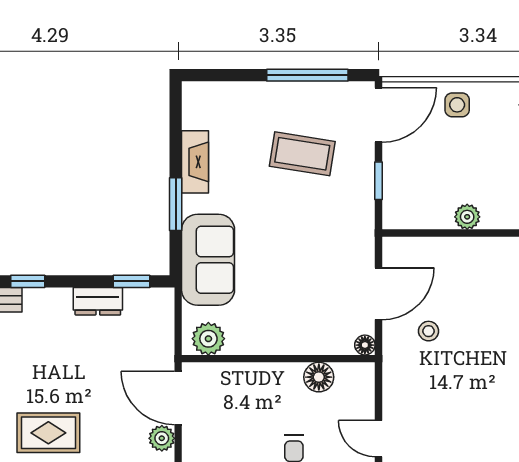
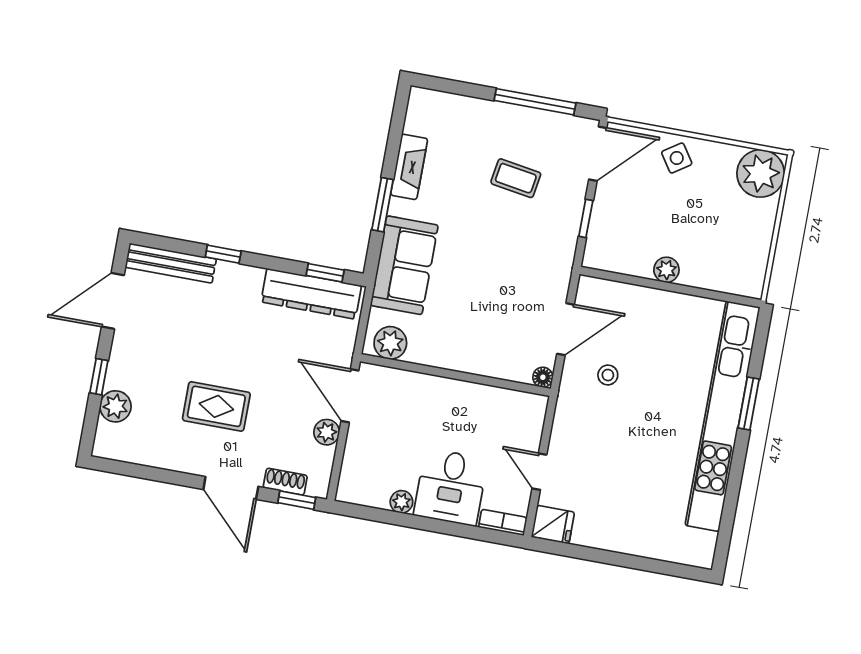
side table: (457, 105) -> (677, 158), turned -34
coffee table: (302, 154) -> (516, 178), width x0.73, depth x0.77
dresser: (98, 301) -> (311, 294), width x1.96, depth x1.24
floor lamp: (319, 377) -> (492, 400), removed

